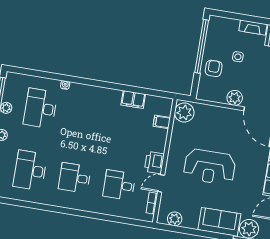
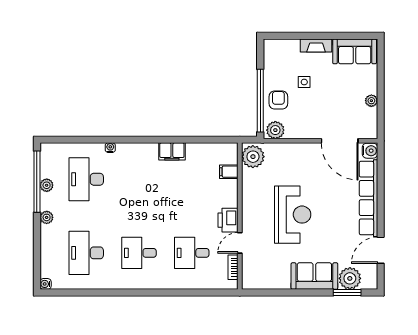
window: (202, 46) -> (260, 101), moved
plant: (235, 98) -> (275, 130), moved
filing cabinet: (133, 100) -> (172, 151), moved
reception desk: (210, 167) -> (293, 215), turned -90
plant: (175, 219) -> (262, 281), removed

